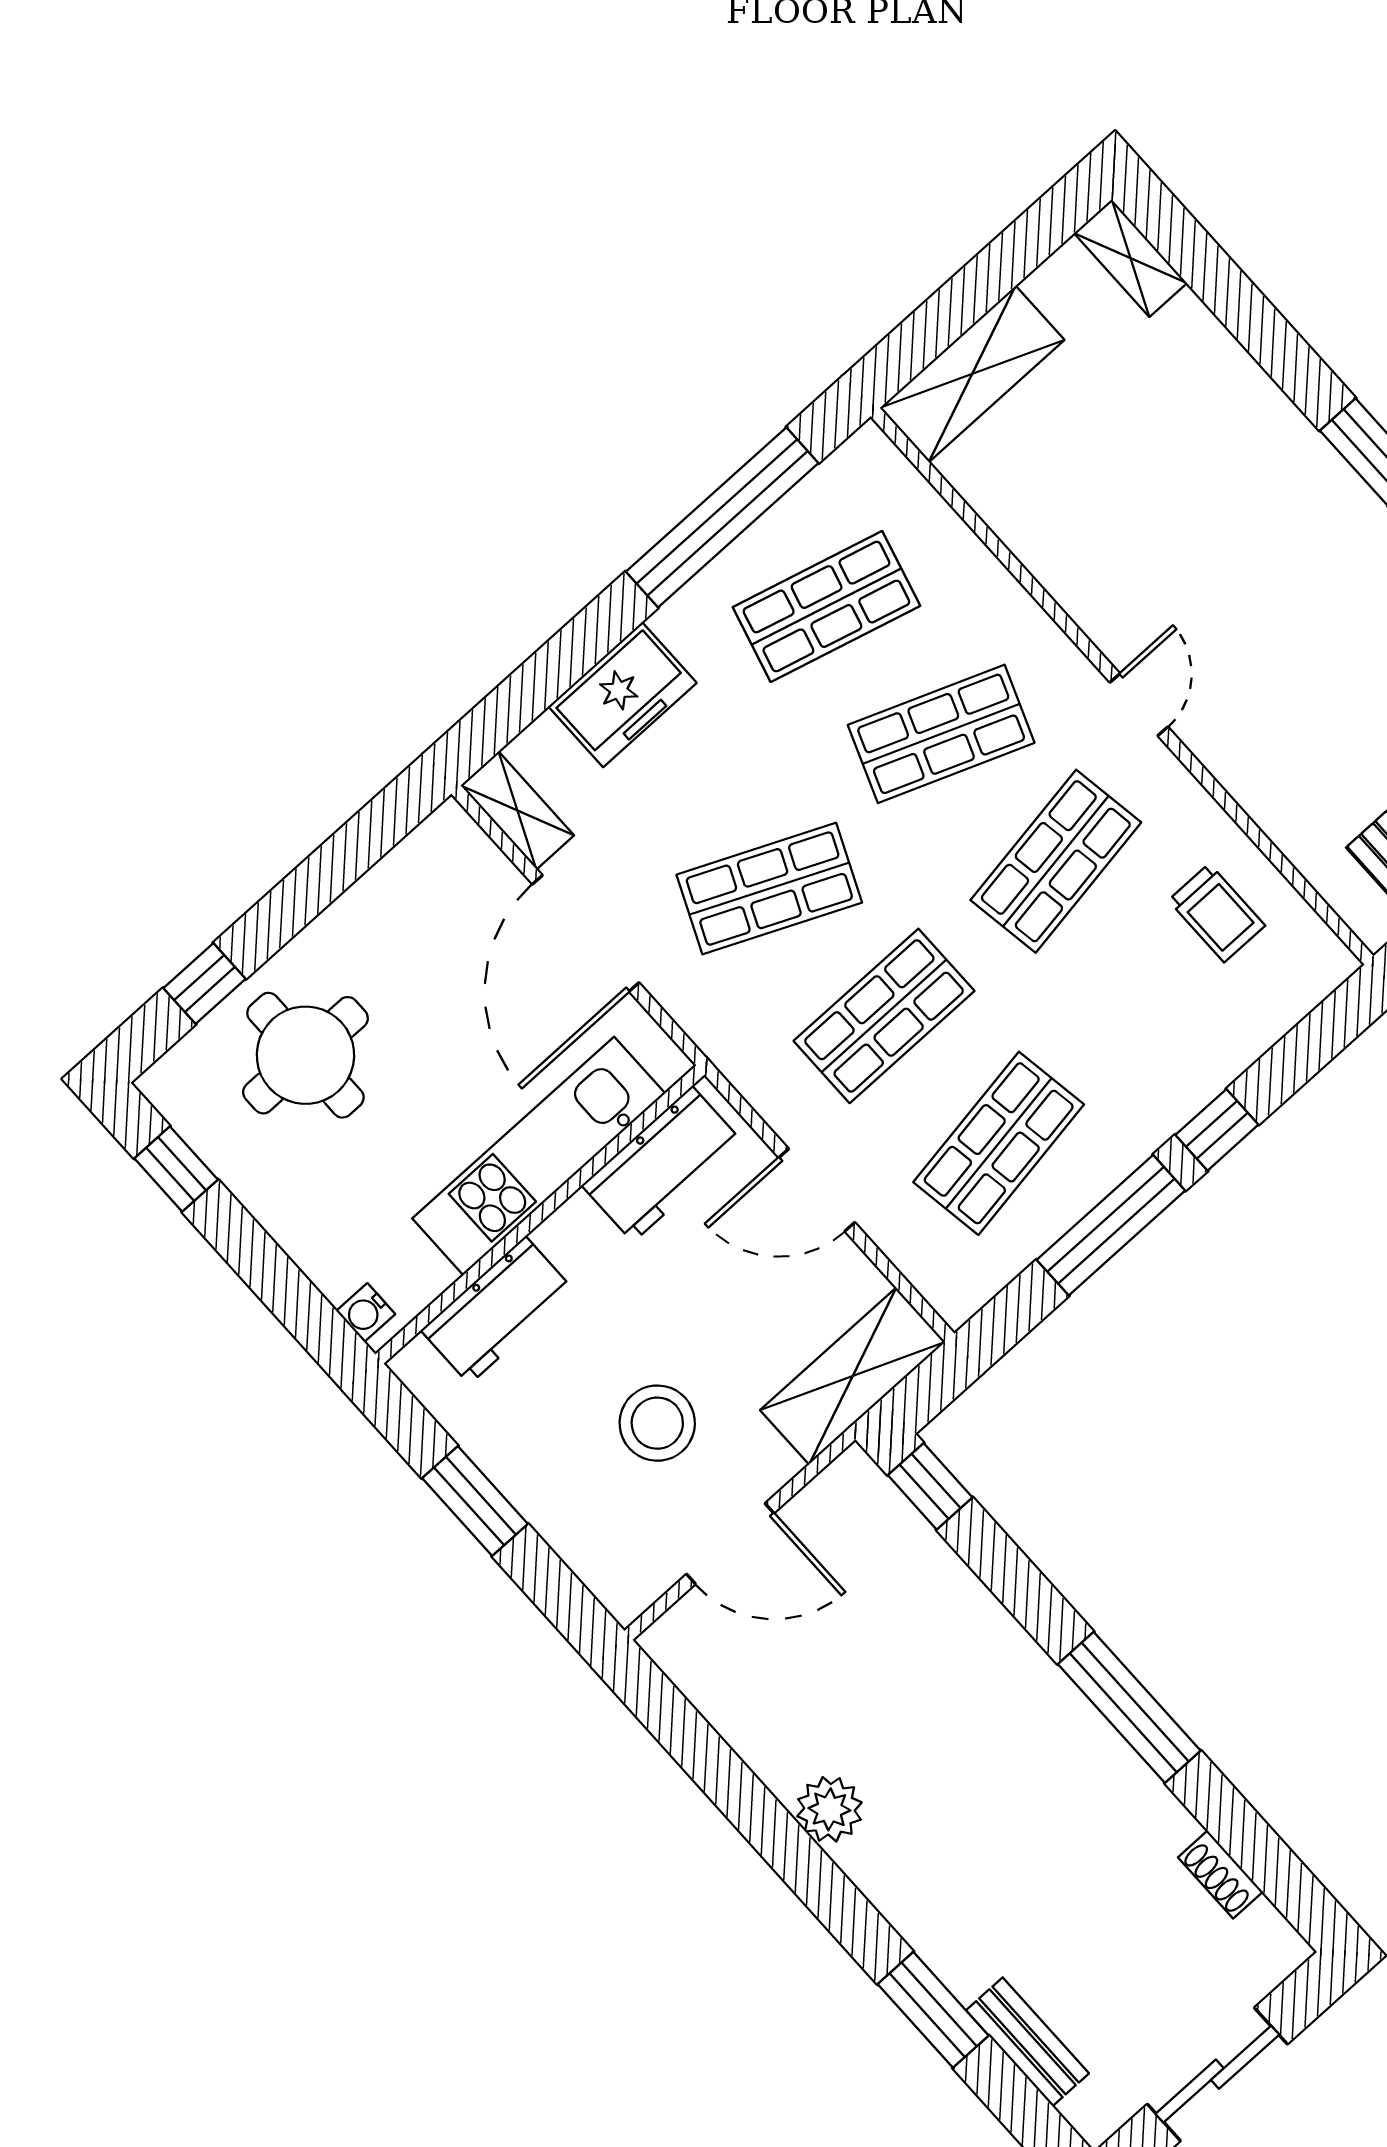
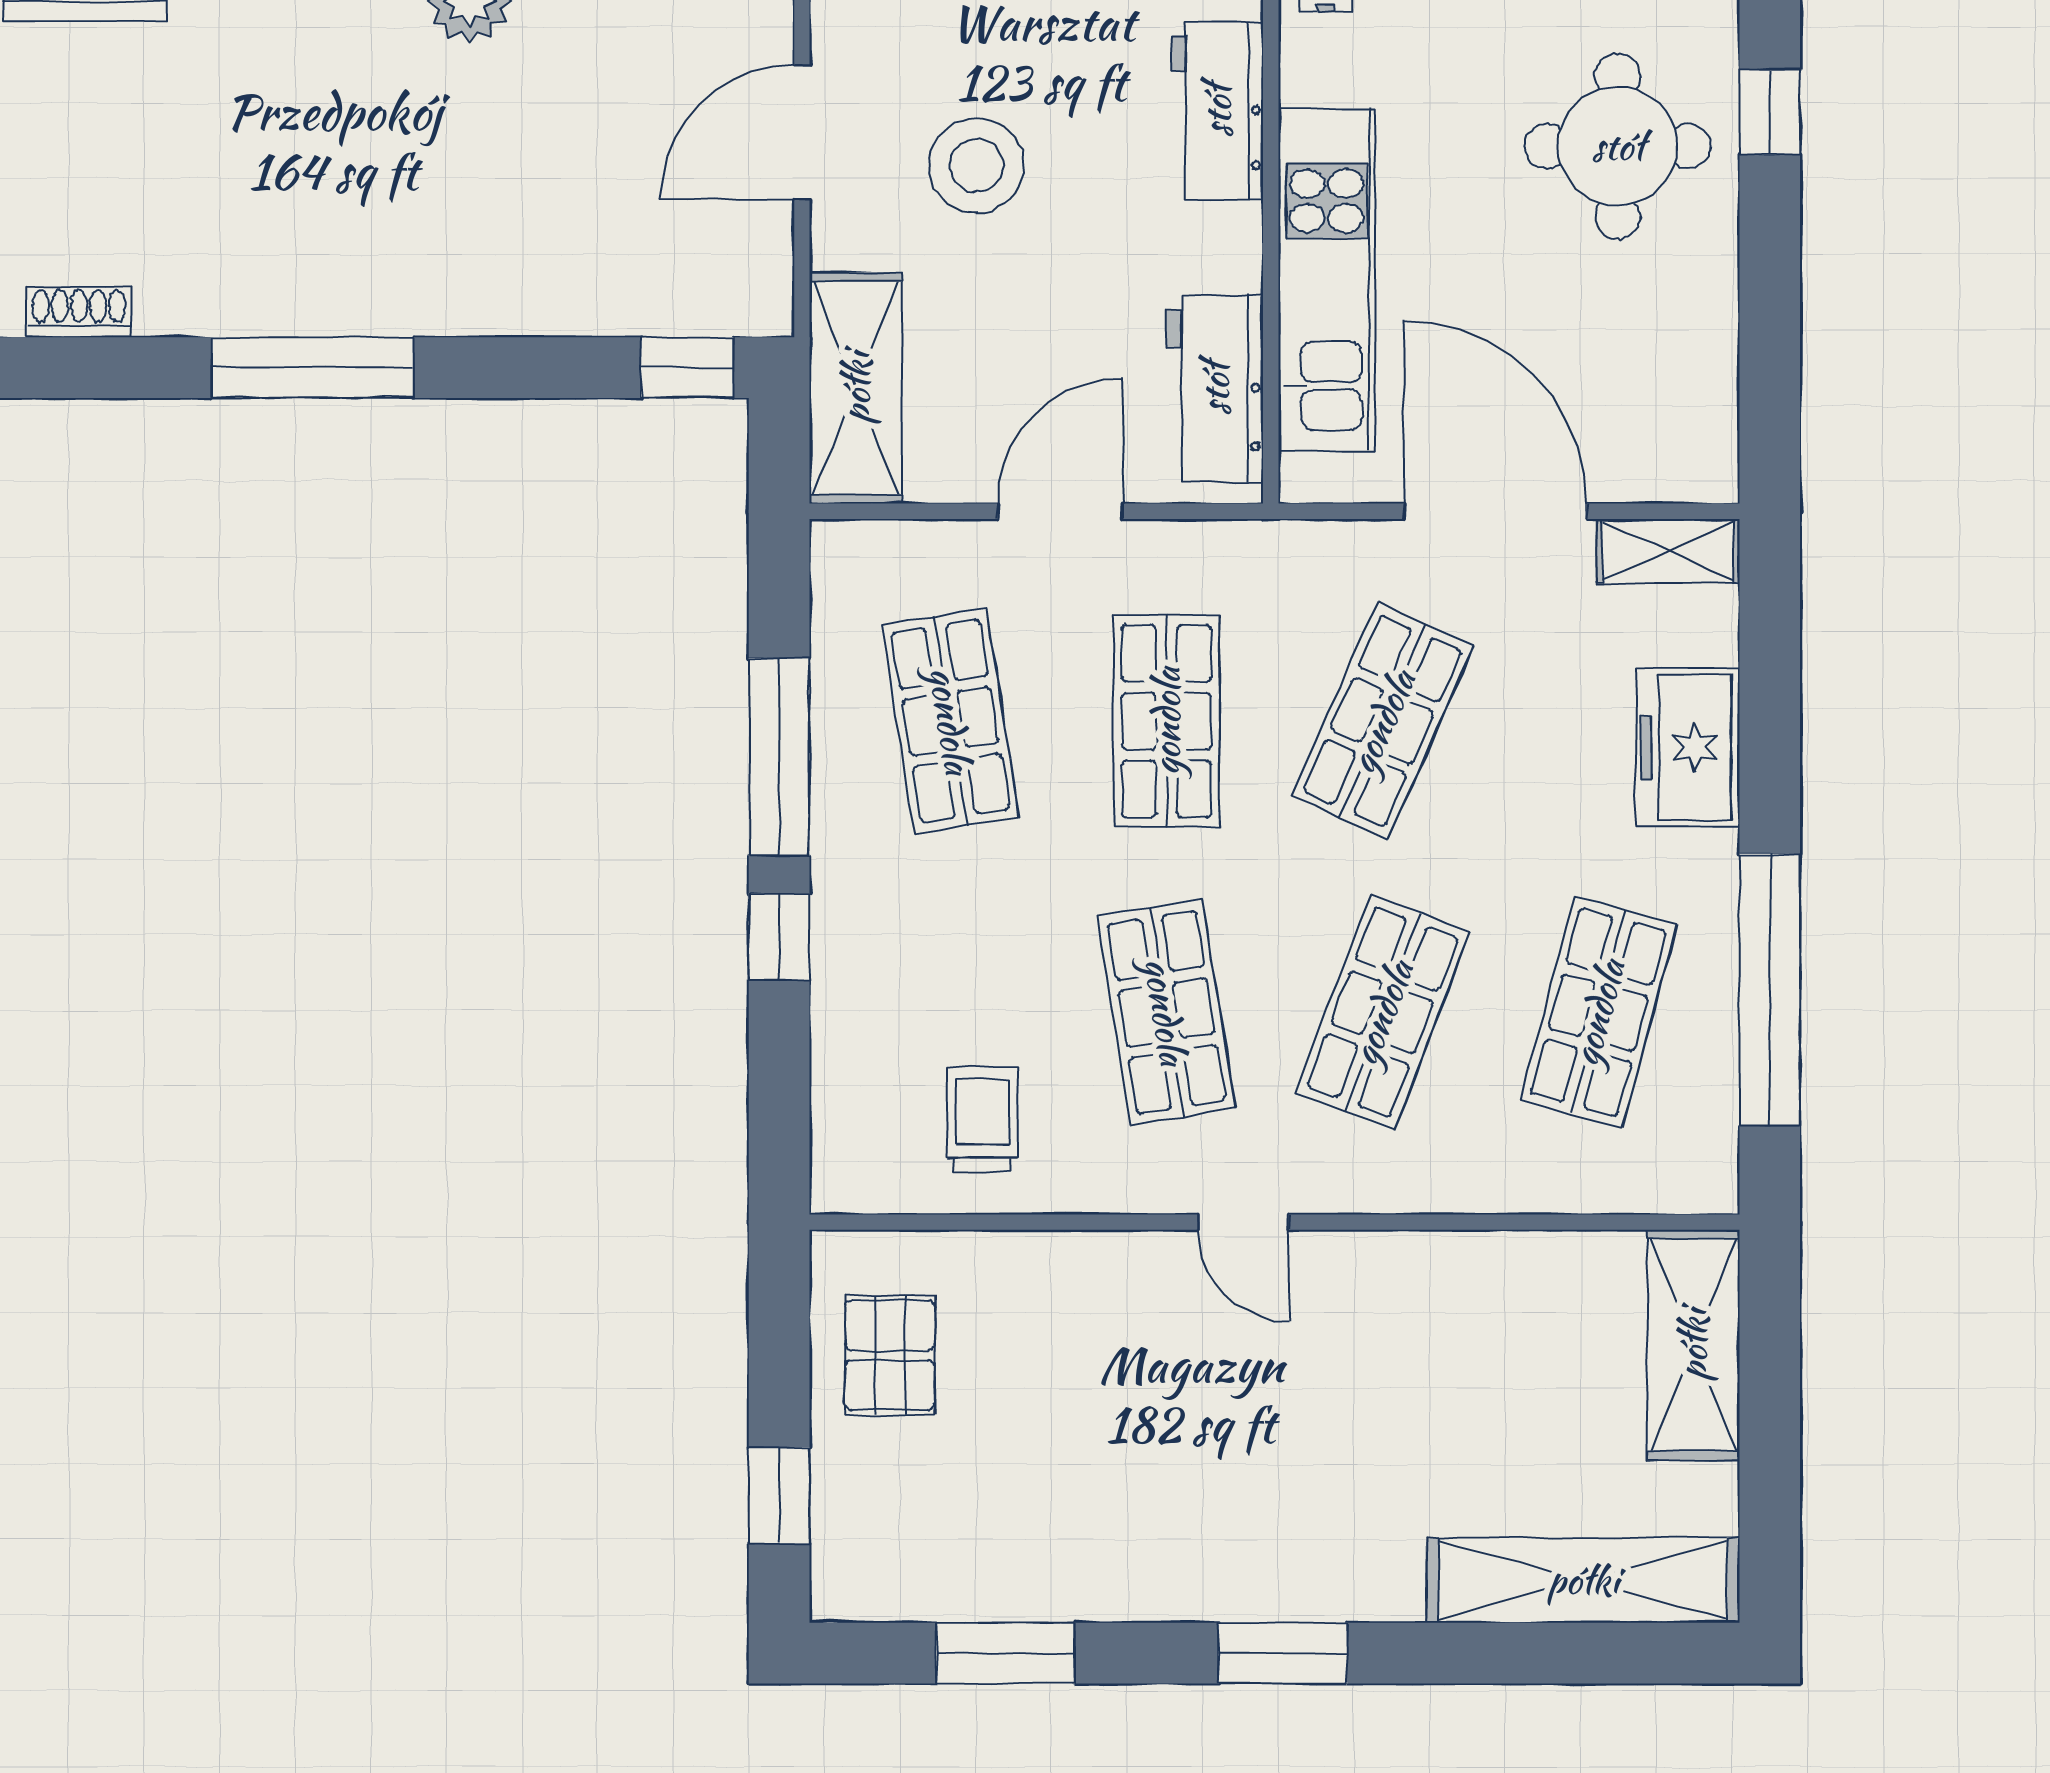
shelving: (1130, 258) -> (1583, 1580), width x2.20, depth x1.33
trolley: (1217, 913) -> (982, 1119), turned 90

